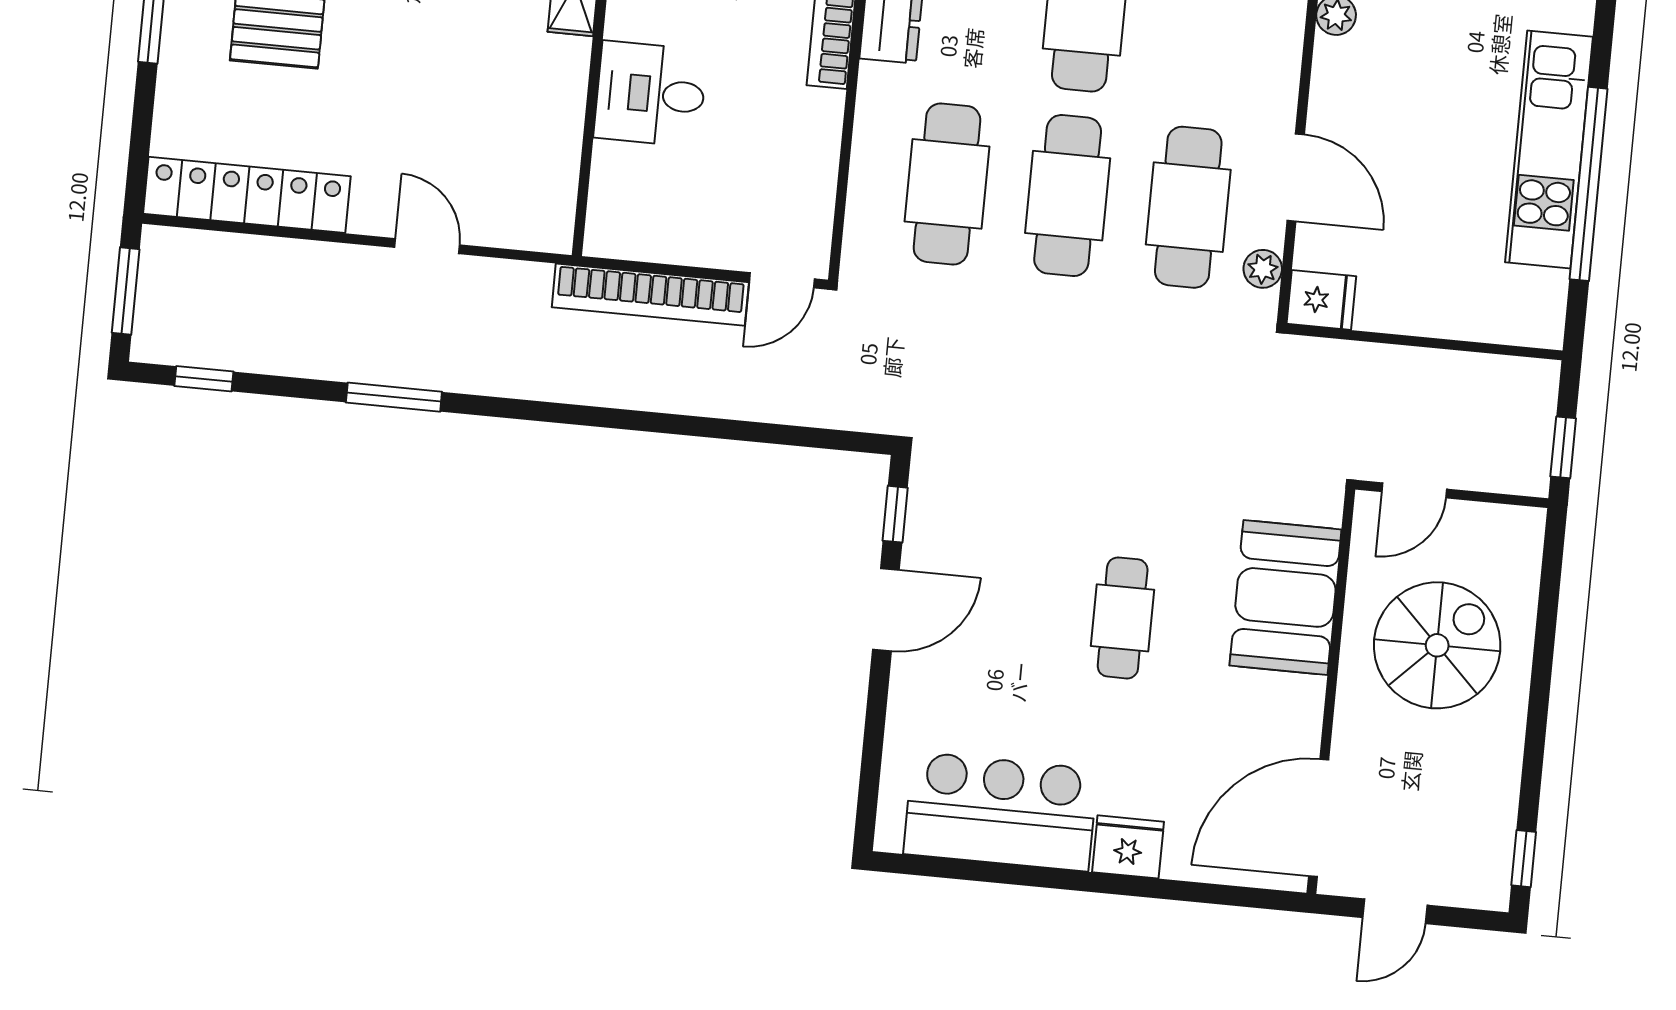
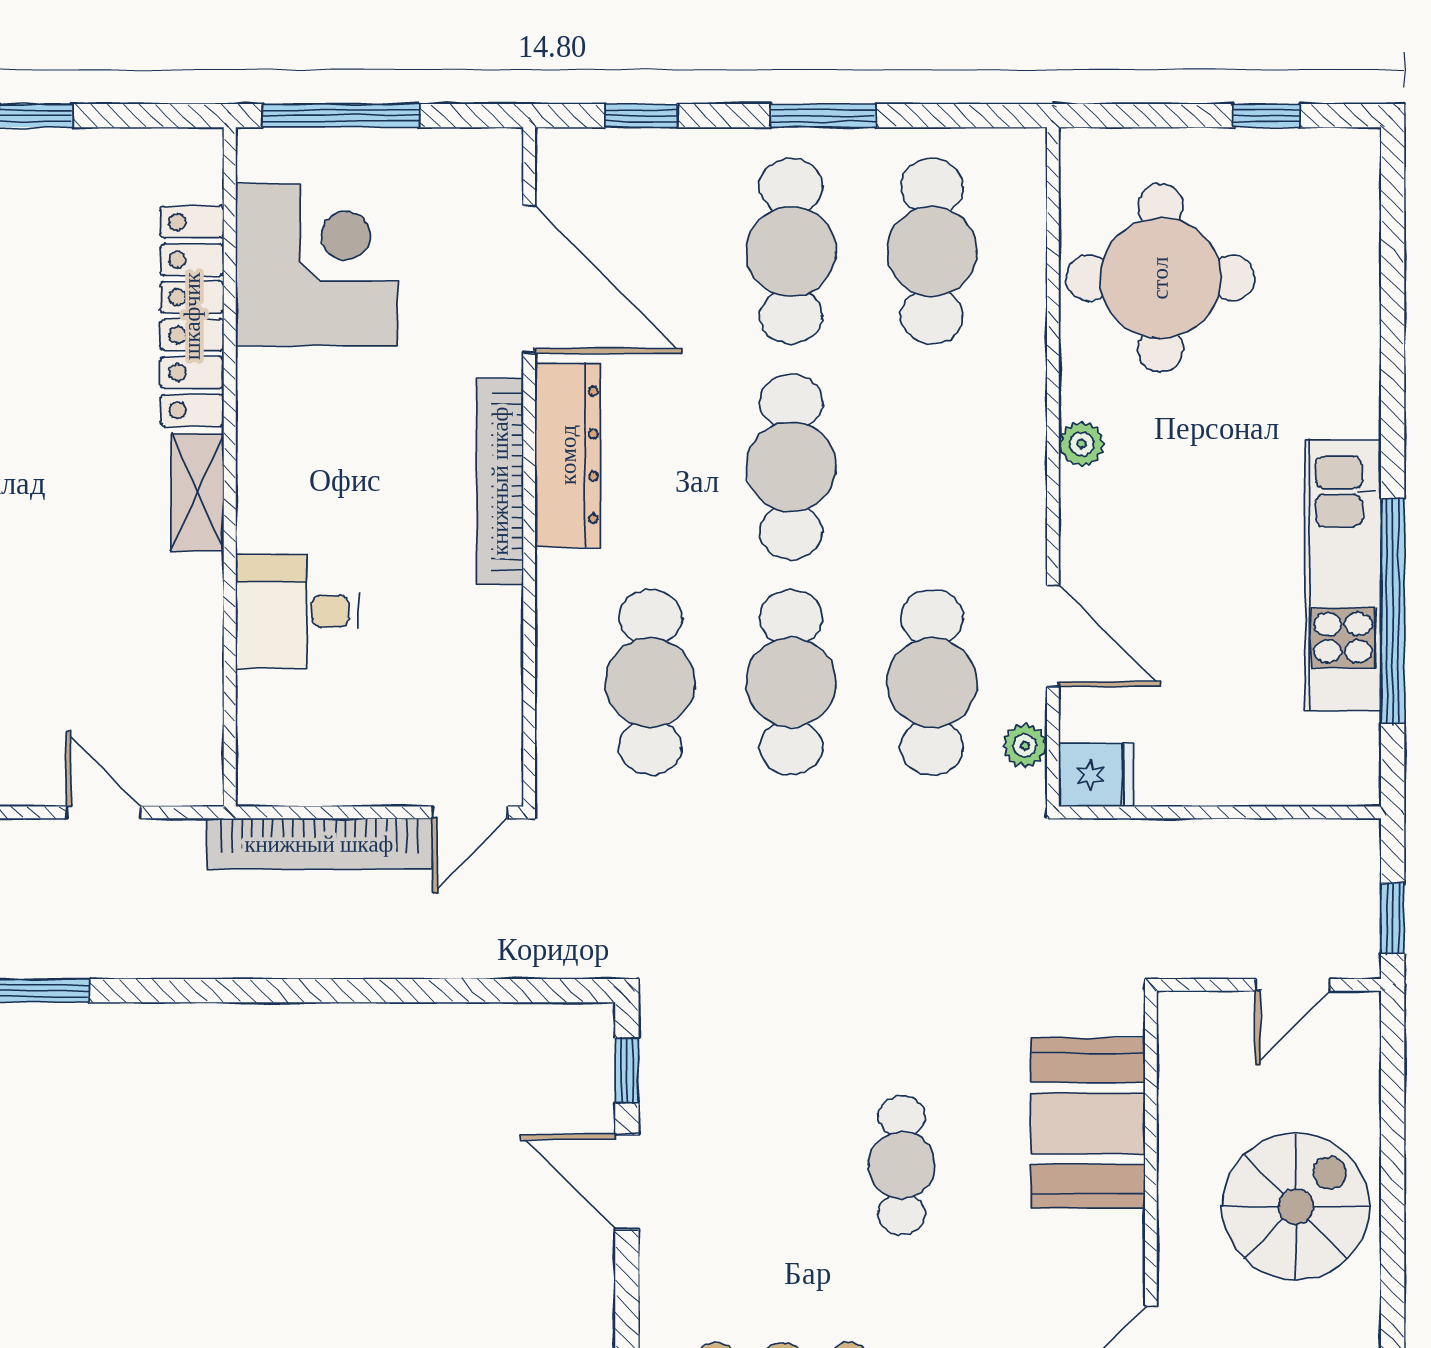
door: (427, 246) -> (103, 812), moved
door: (1414, 490) -> (1293, 985), moved
door: (886, 610) -> (627, 1182), swing flipped
spiral stairs: (1437, 645) -> (1296, 1207), moved

